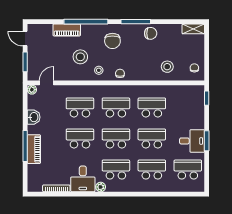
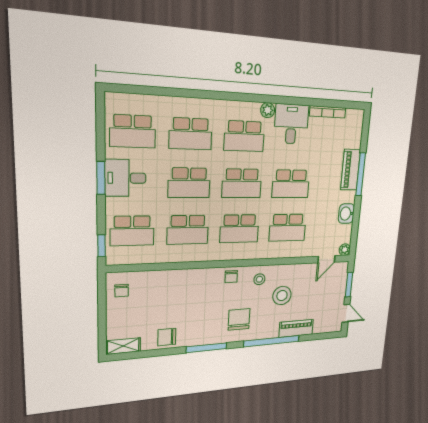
chair: (151, 33) -> (167, 337), moved
stool: (167, 67) -> (163, 290), removed
school desk: (188, 107) -> (132, 231), added

